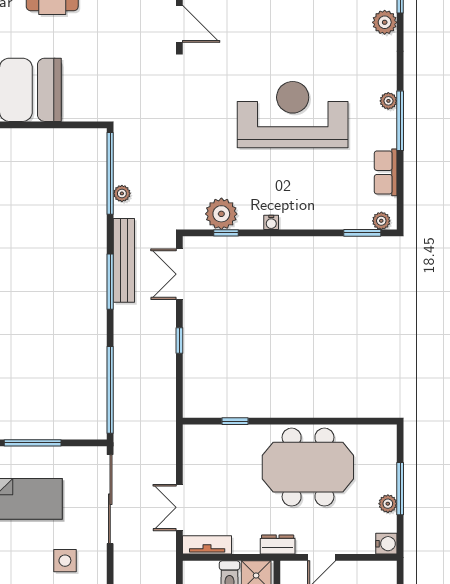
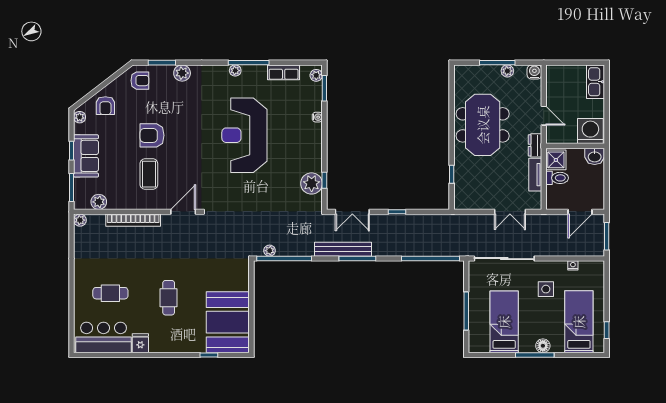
plant: (122, 193) -> (270, 251), moved
water cooler: (271, 222) -> (317, 117), moved
tv unit: (207, 545) -> (535, 175), moved

